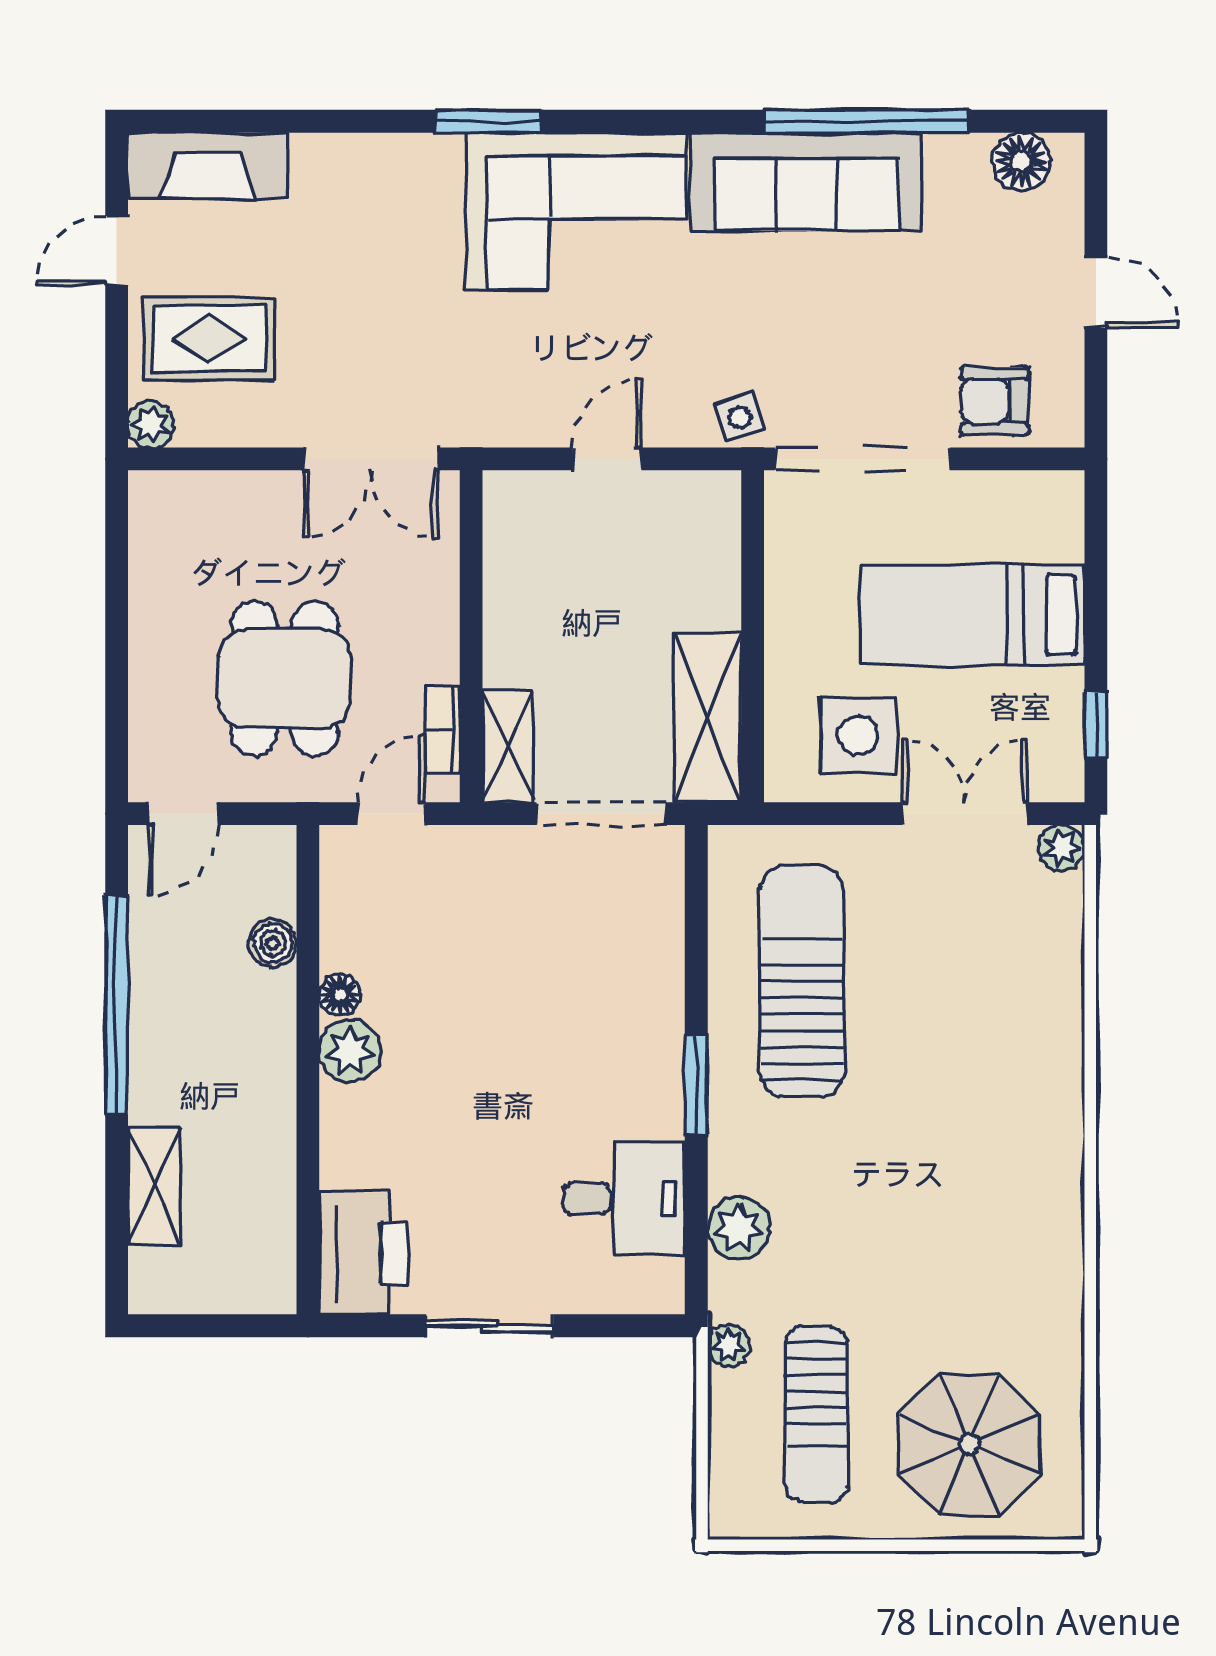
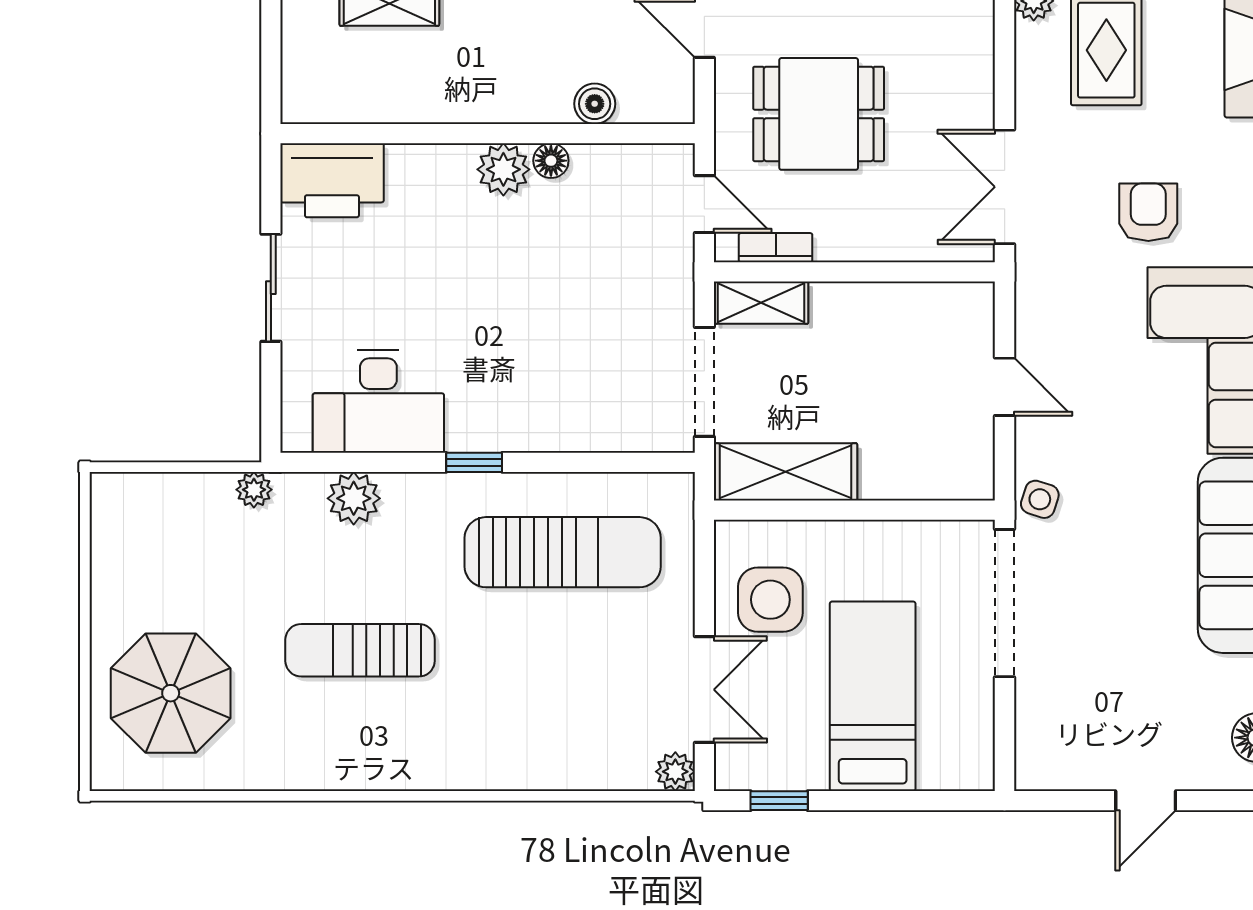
armchair: (995, 401) -> (1148, 212), moved
side table: (740, 417) -> (1040, 499), turned 35
window: (696, 1086) -> (474, 462), width x0.67
desk: (624, 1199) -> (378, 401), width x1.37
sun lounger: (816, 1414) -> (360, 650), moved

